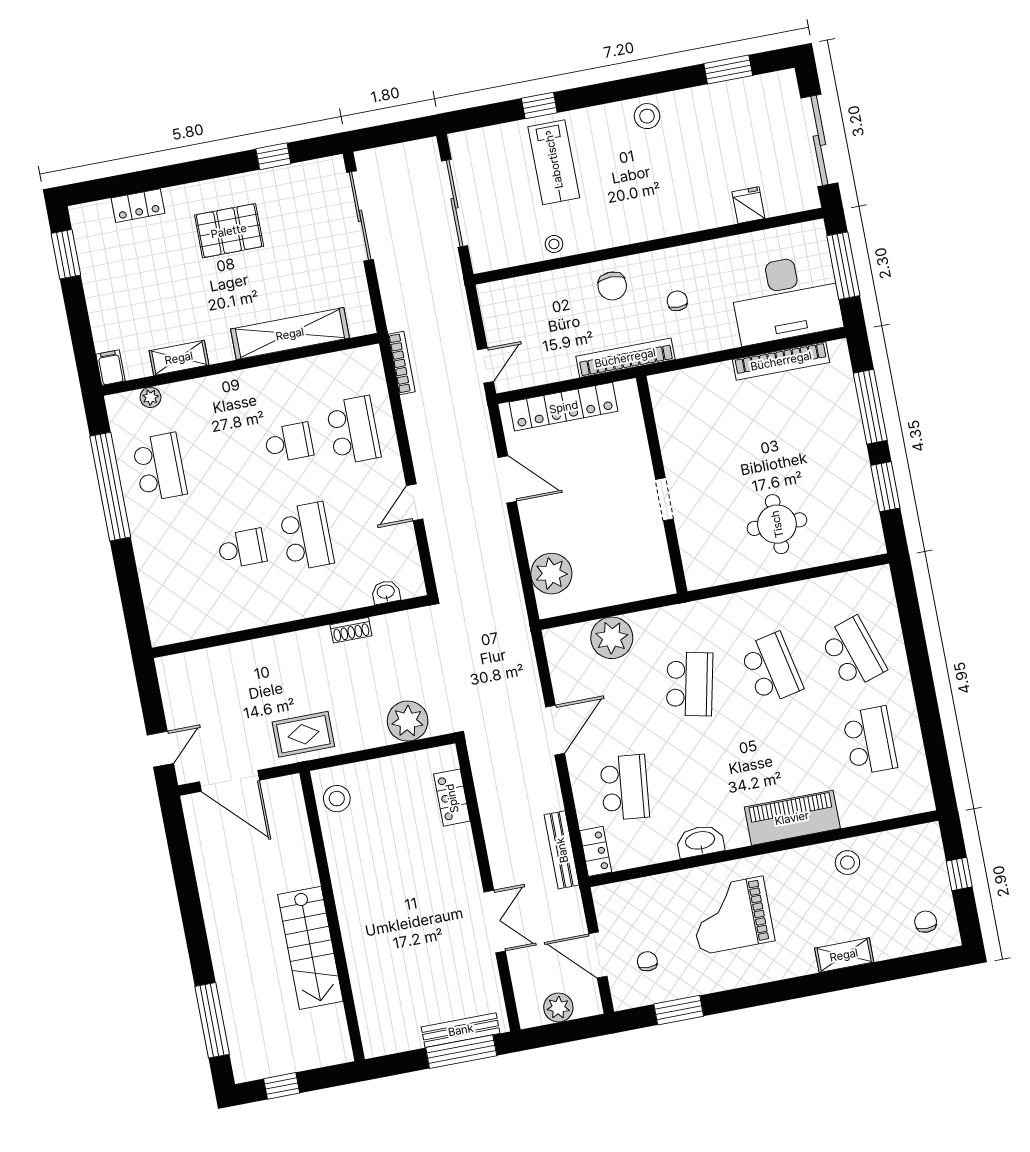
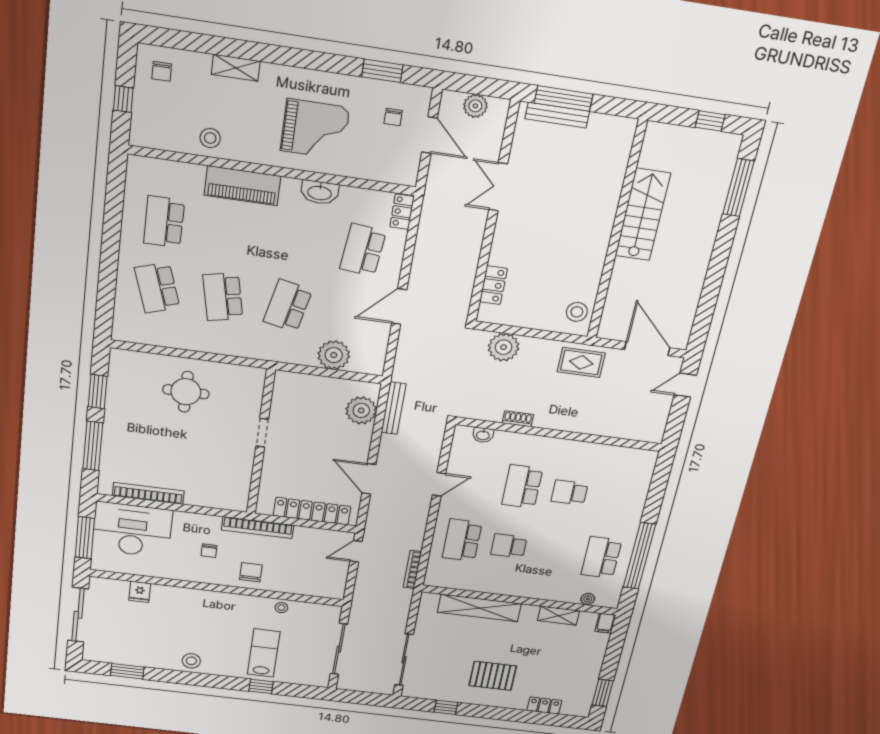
bench: (562, 850) -> (393, 408), moved

